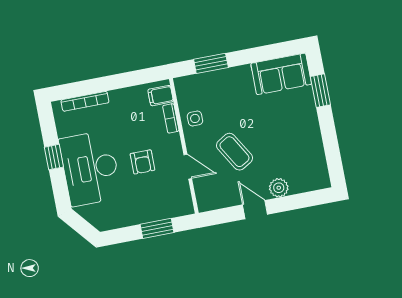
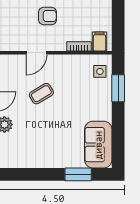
side table: (195, 118) -> (100, 71), moved
coffee table: (234, 152) -> (41, 94), width x0.73, depth x0.77
armchair: (142, 162) -> (48, 16), turned 180

